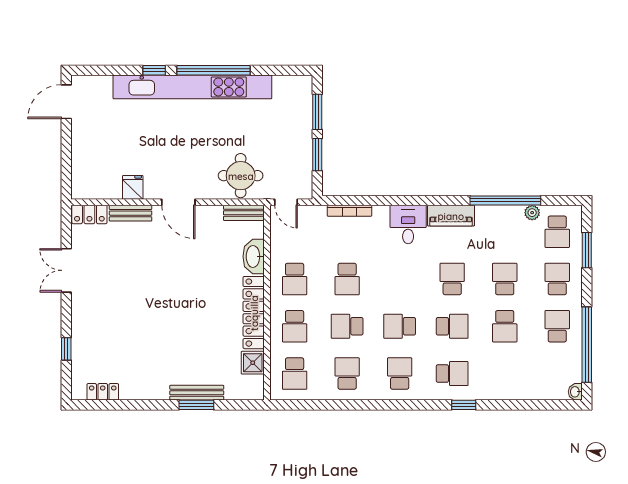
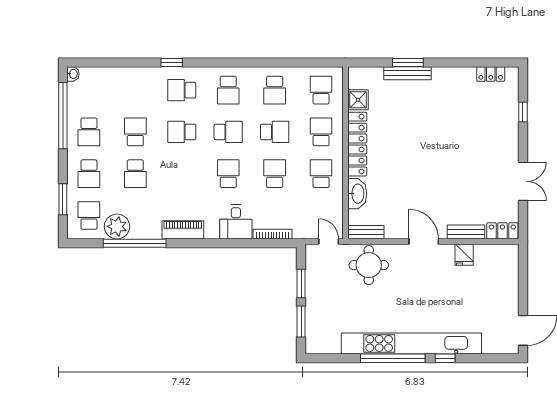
plant: (532, 213) -> (117, 226), width x1.87, depth x1.87
desk: (408, 224) -> (236, 222), moved
school desk: (452, 279) -> (228, 174), moved, turned 180

